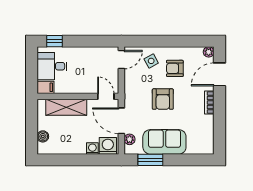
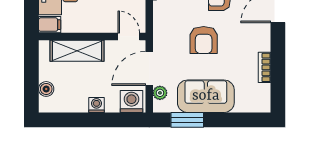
bookcase: (209, 102) -> (265, 67), moved
door: (121, 121) -> (149, 68), hinge flipped
washing machine: (92, 149) -> (97, 105), moved

